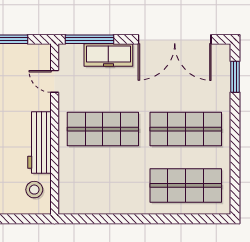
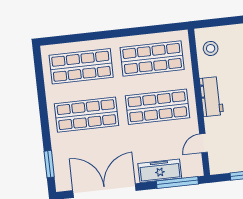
door: (55, 81) -> (203, 143), swing flipped
workbench: (39, 142) -> (211, 97), width x0.73
shop shelf: (103, 185) -> (152, 58), added

